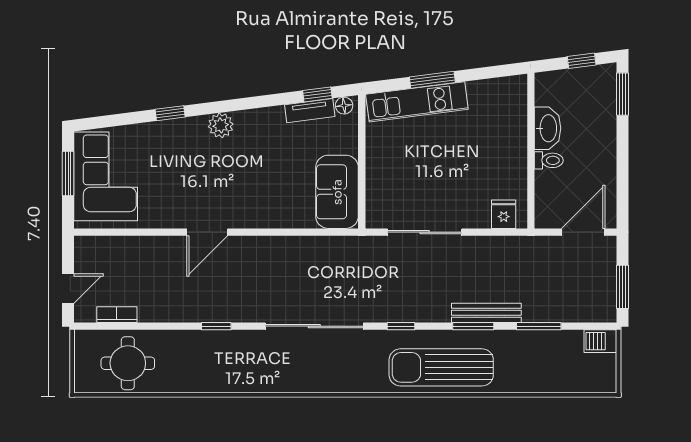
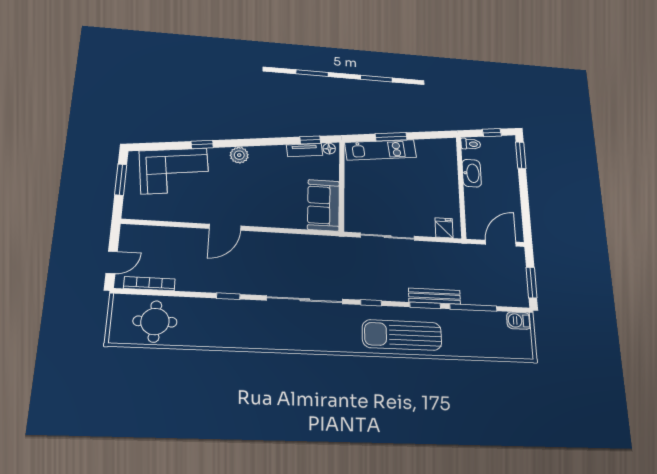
toilet: (549, 160) -> (471, 144), moved
corner sofa: (106, 176) -> (174, 171), moved, turned 83
bookcase: (117, 315) -> (149, 284), width x1.56
window: (539, 326) -> (473, 308), width x1.44

